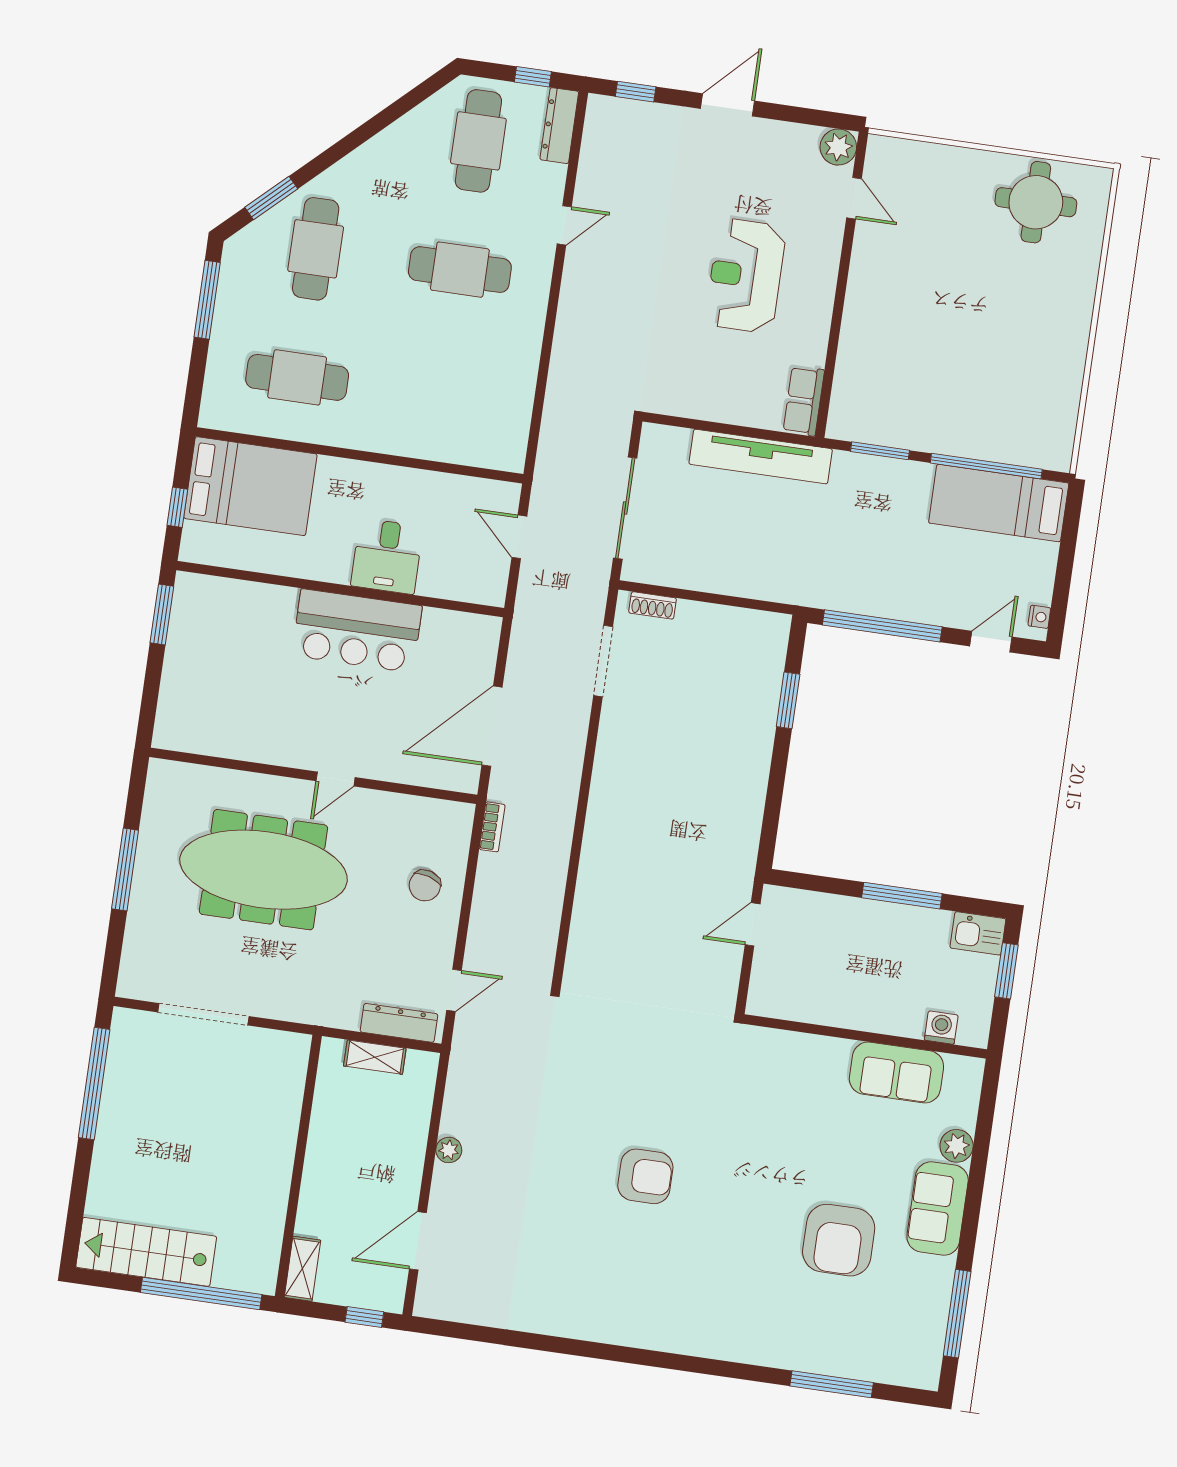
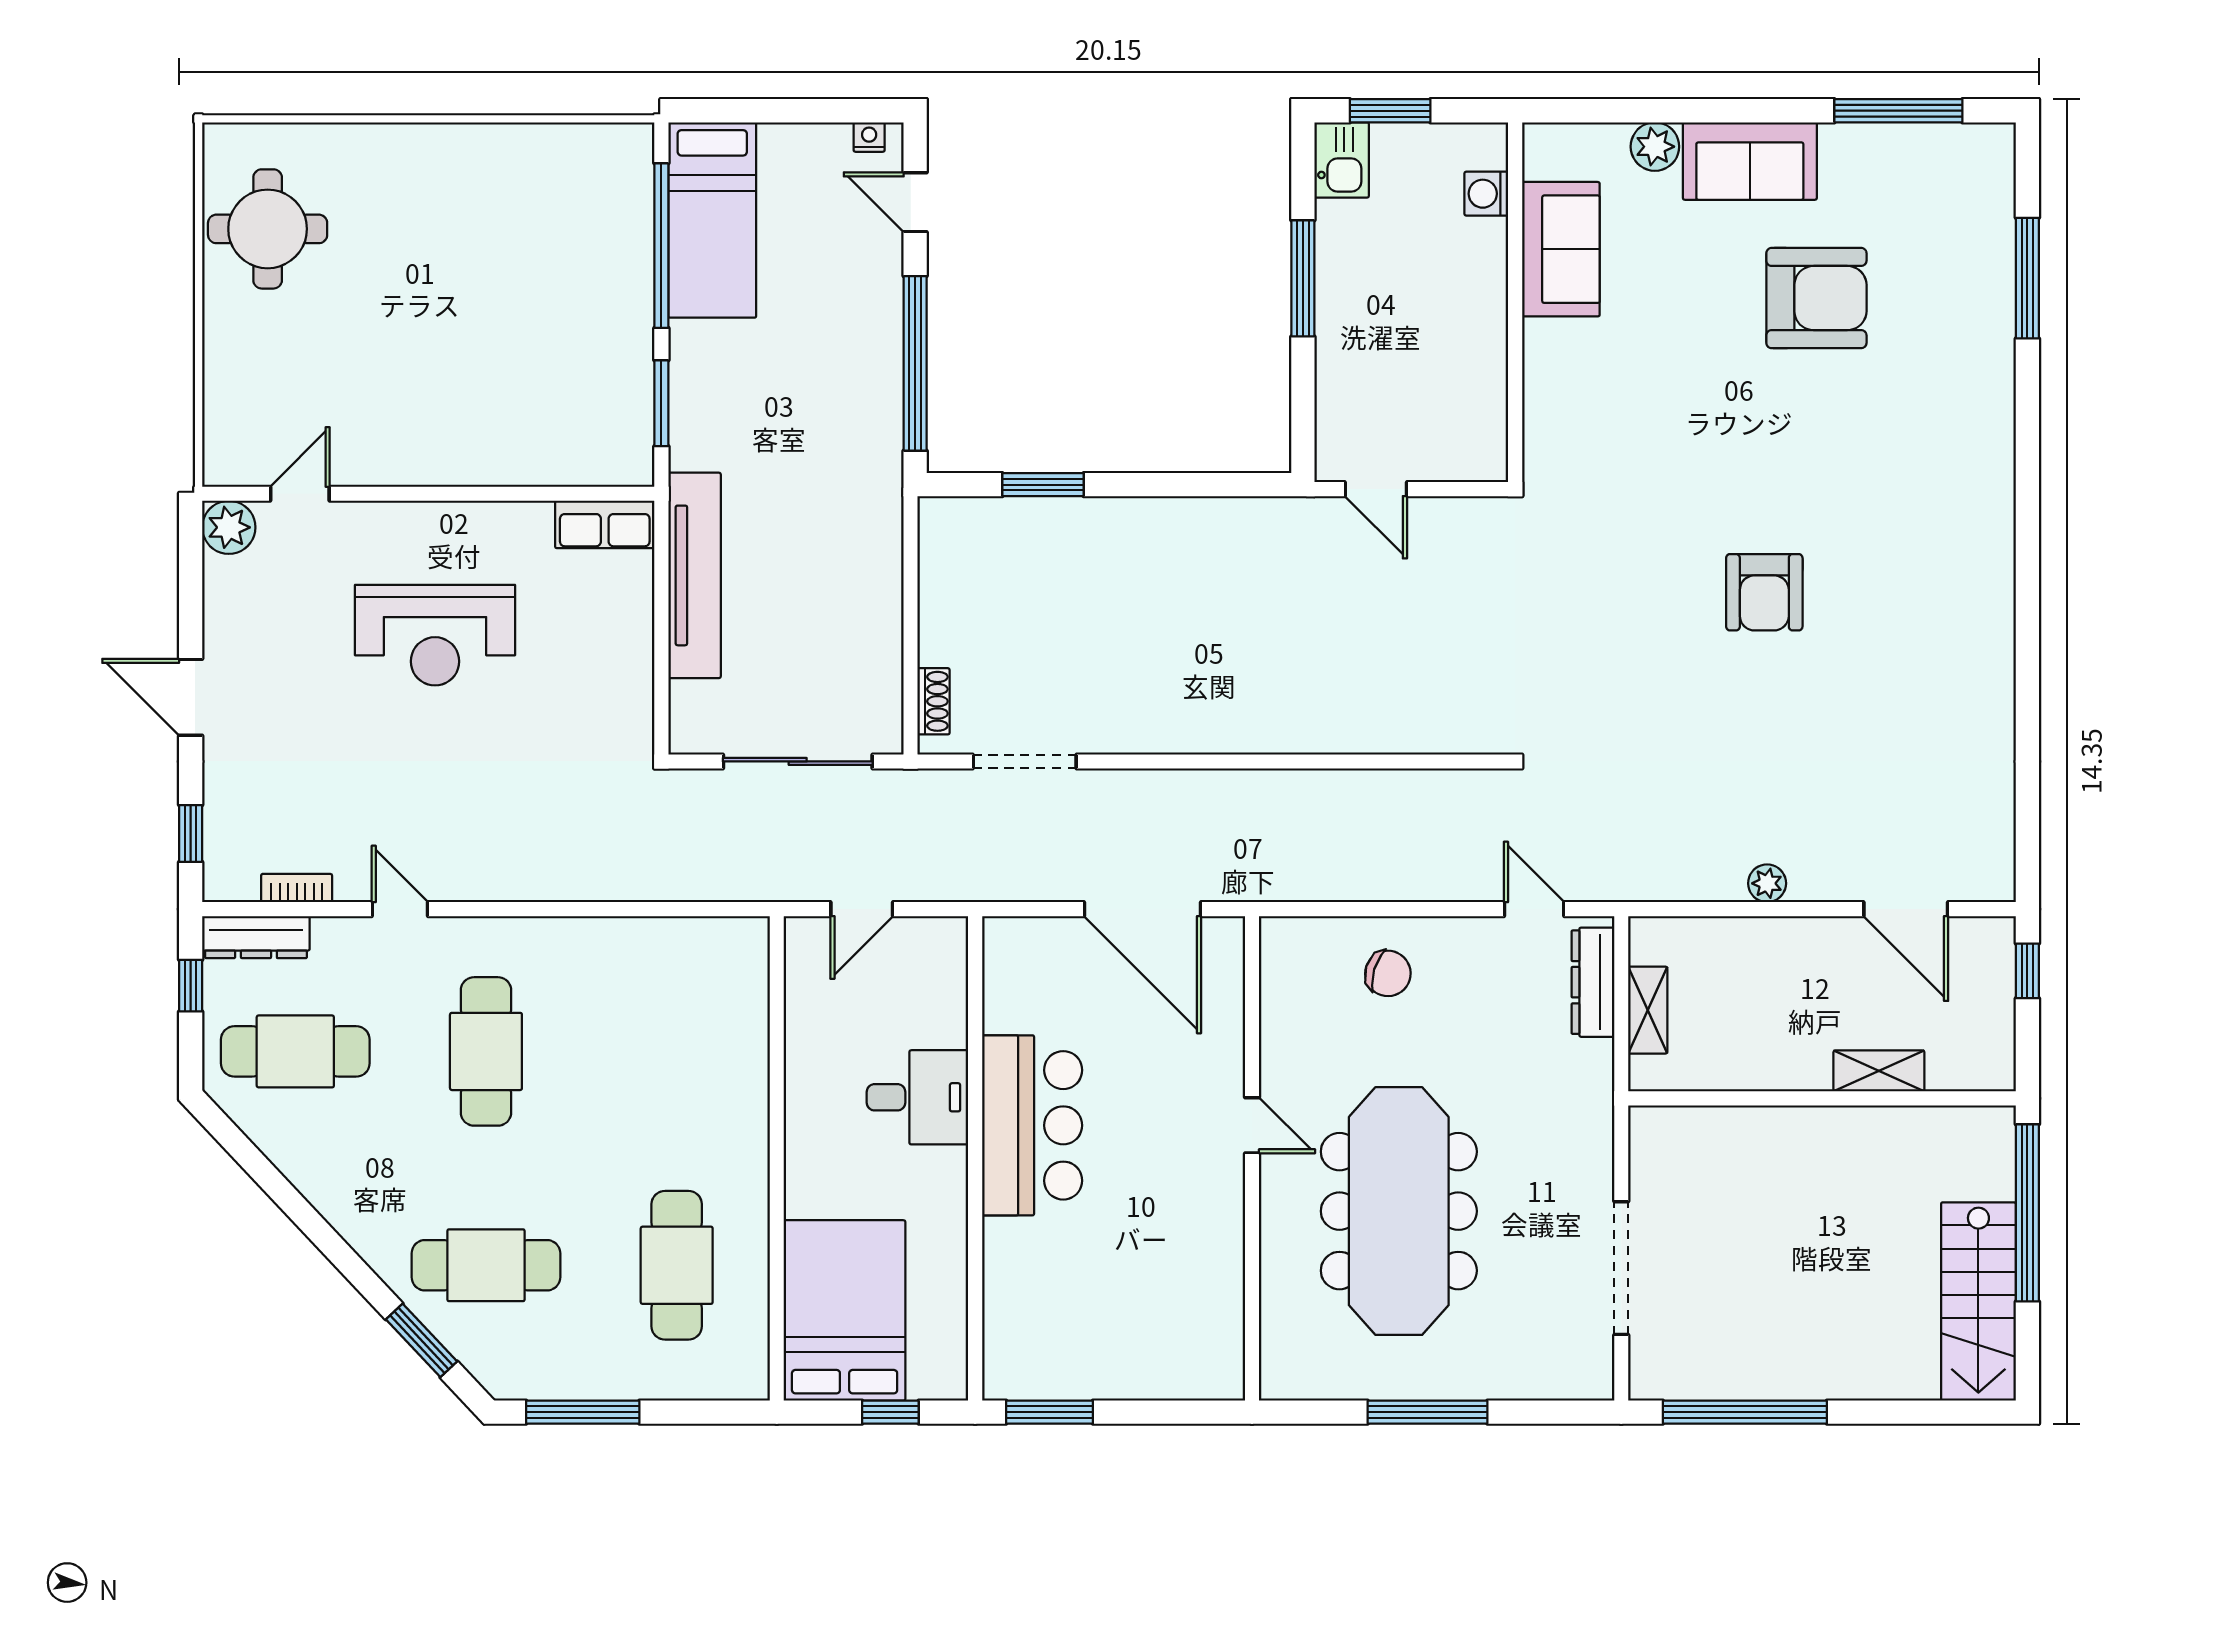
bookcase: (492, 827) -> (297, 888), moved
armchair: (645, 1176) -> (1764, 592), turned 180
shelving: (302, 1269) -> (1879, 1071), moved

